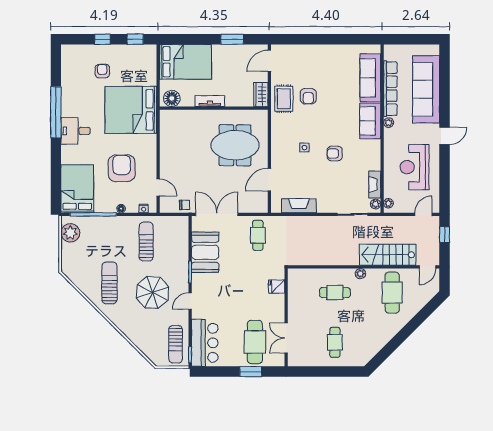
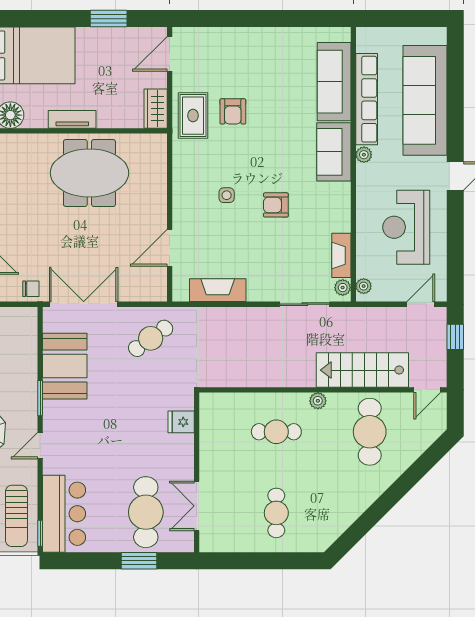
meeting table: (235, 145) -> (89, 173), moved
cafe table: (258, 235) -> (151, 338), turned 54

